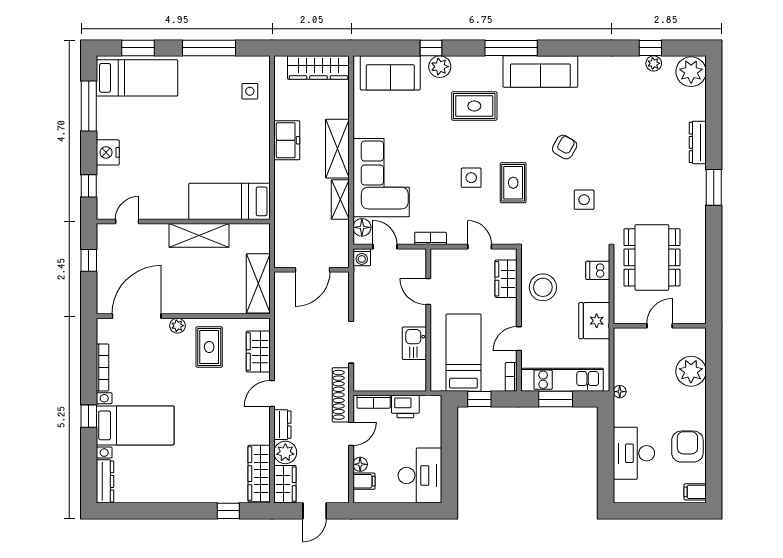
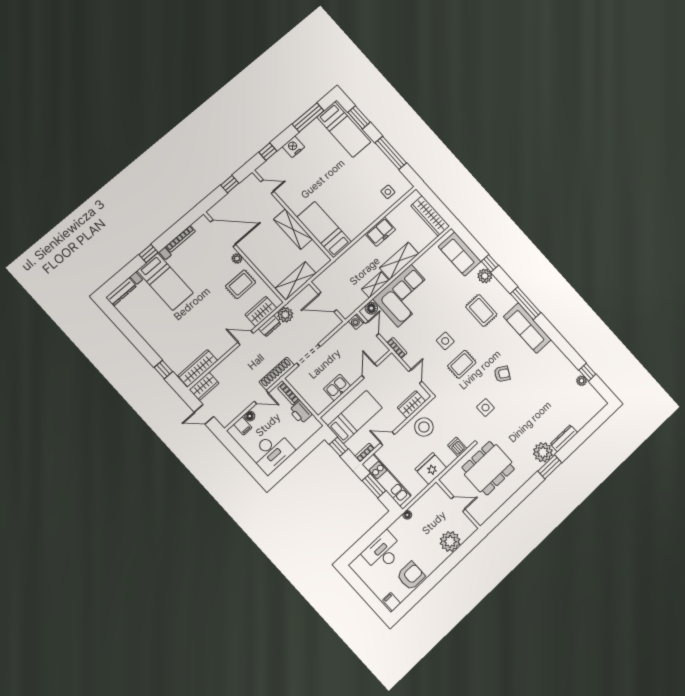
plant: (691, 72) -> (543, 452), moved
dresser: (282, 425) -> (270, 326), moved
plant: (285, 452) -> (285, 315), moved

